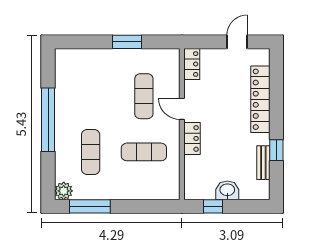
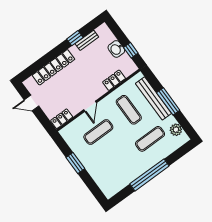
locker: (192, 138) -> (114, 80), moved
plant: (64, 191) -> (176, 130), moved
bench: (136, 191) -> (153, 98), added
window: (90, 206) -> (168, 101), moved

